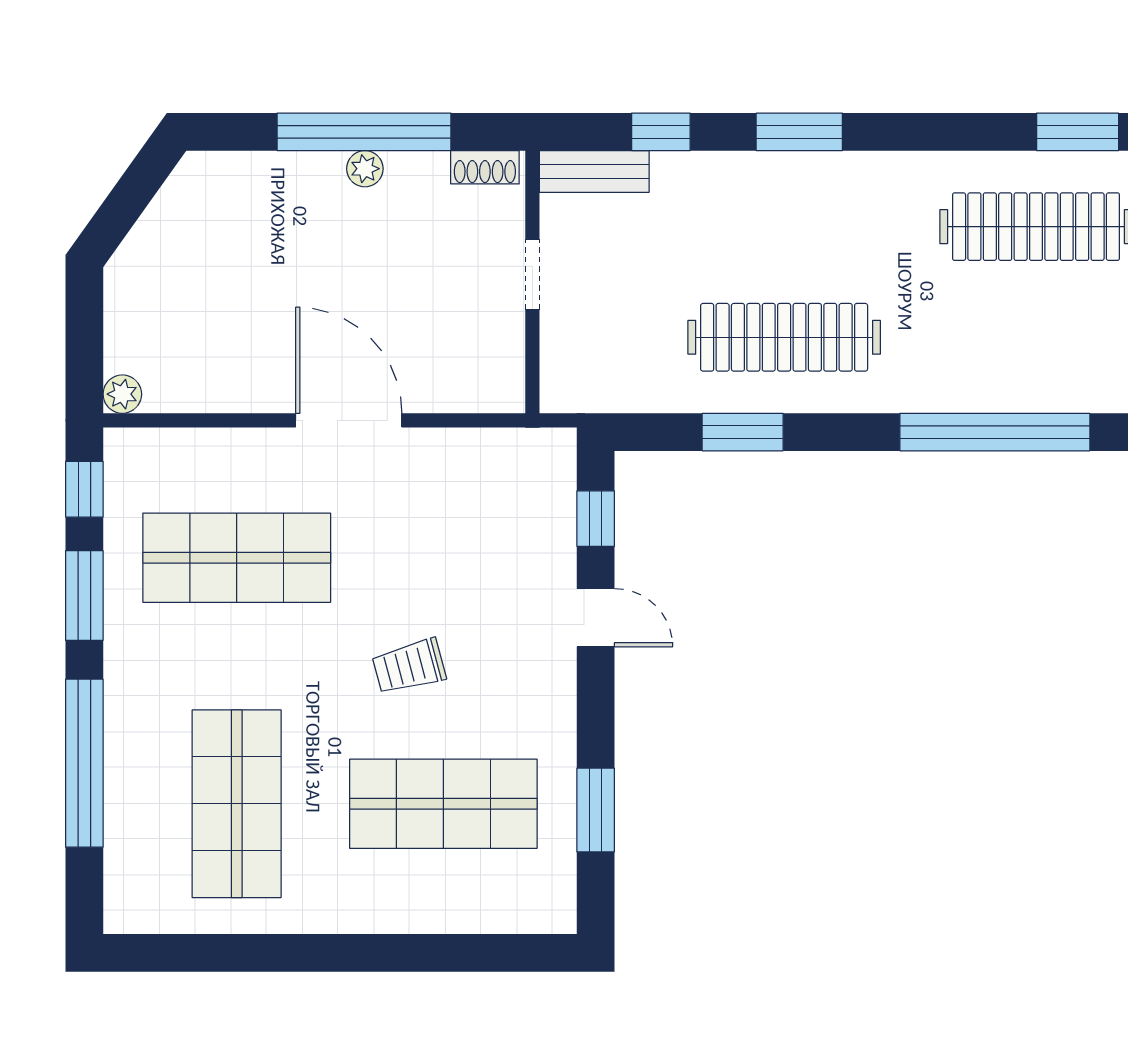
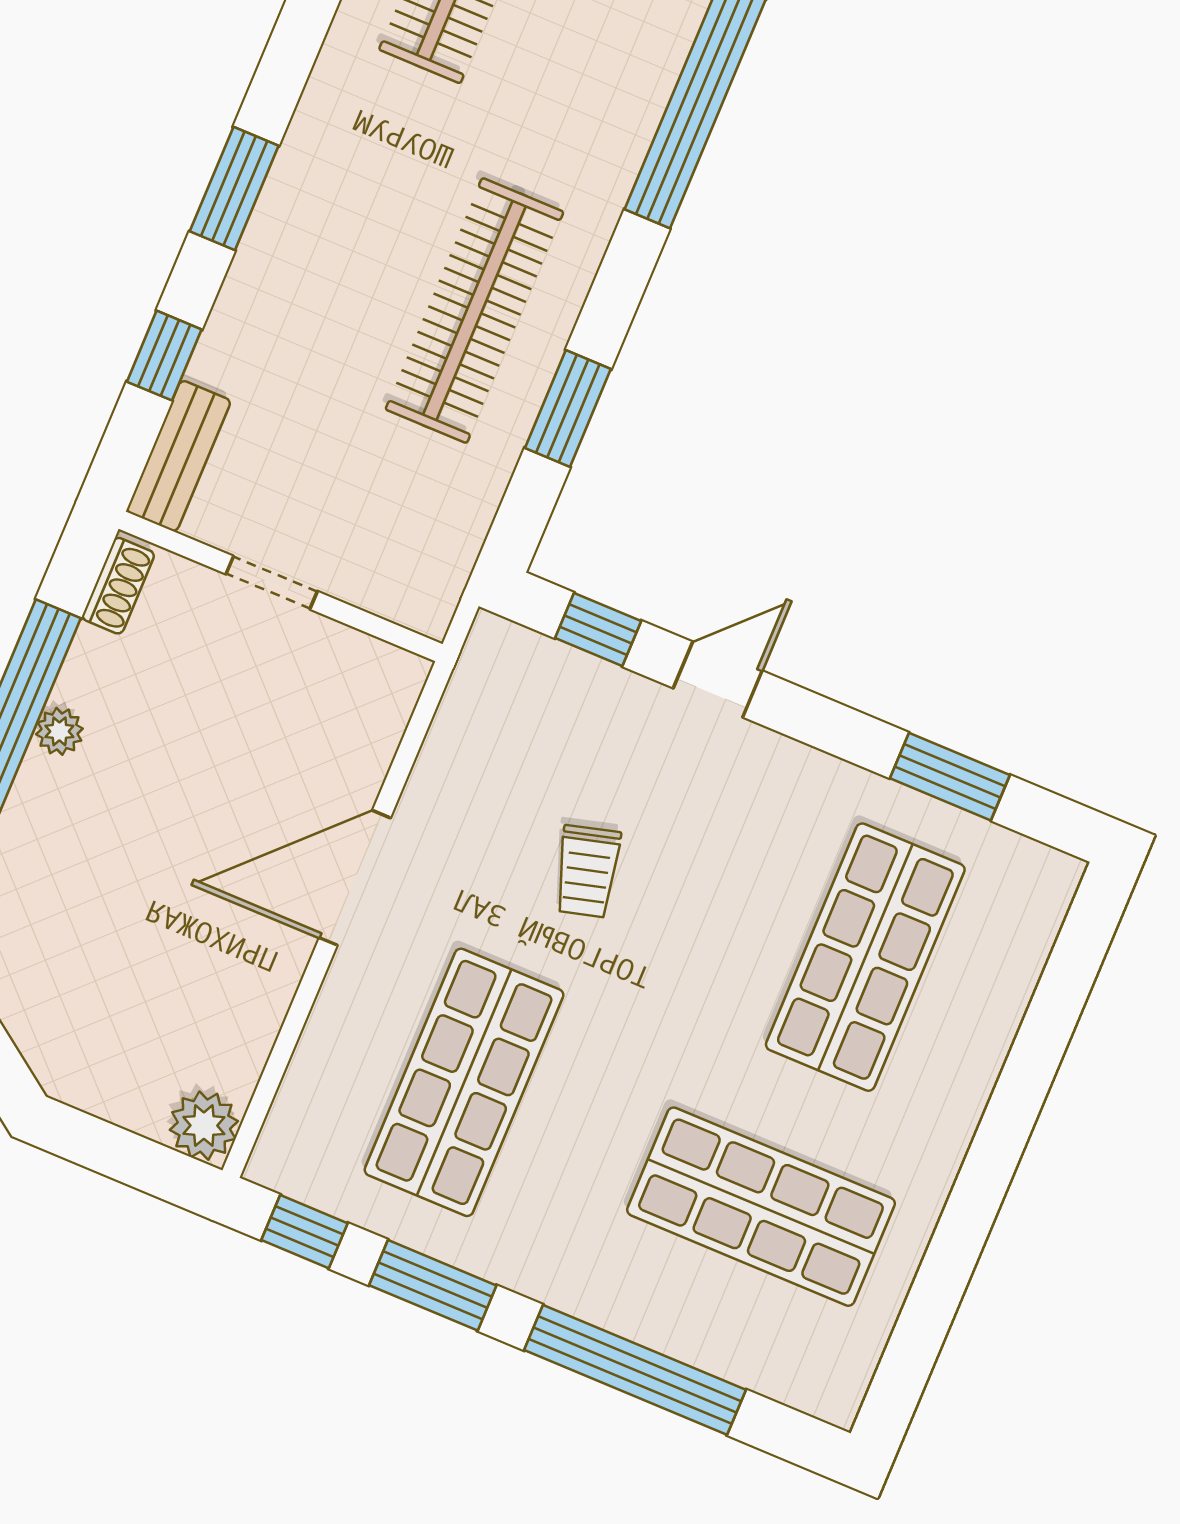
plant: (122, 394) -> (204, 1126), width x1.38, depth x1.38
trolley: (409, 666) -> (587, 871), moved

